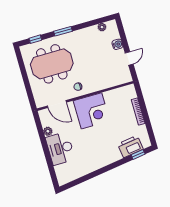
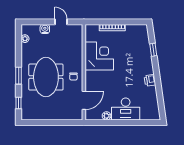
meeting table: (52, 64) -> (46, 77), moved
corner desk: (91, 111) -> (99, 56), moved
printer: (130, 146) -> (150, 80), moved, width x0.53, depth x0.68
window: (138, 154) -> (153, 50), moved

